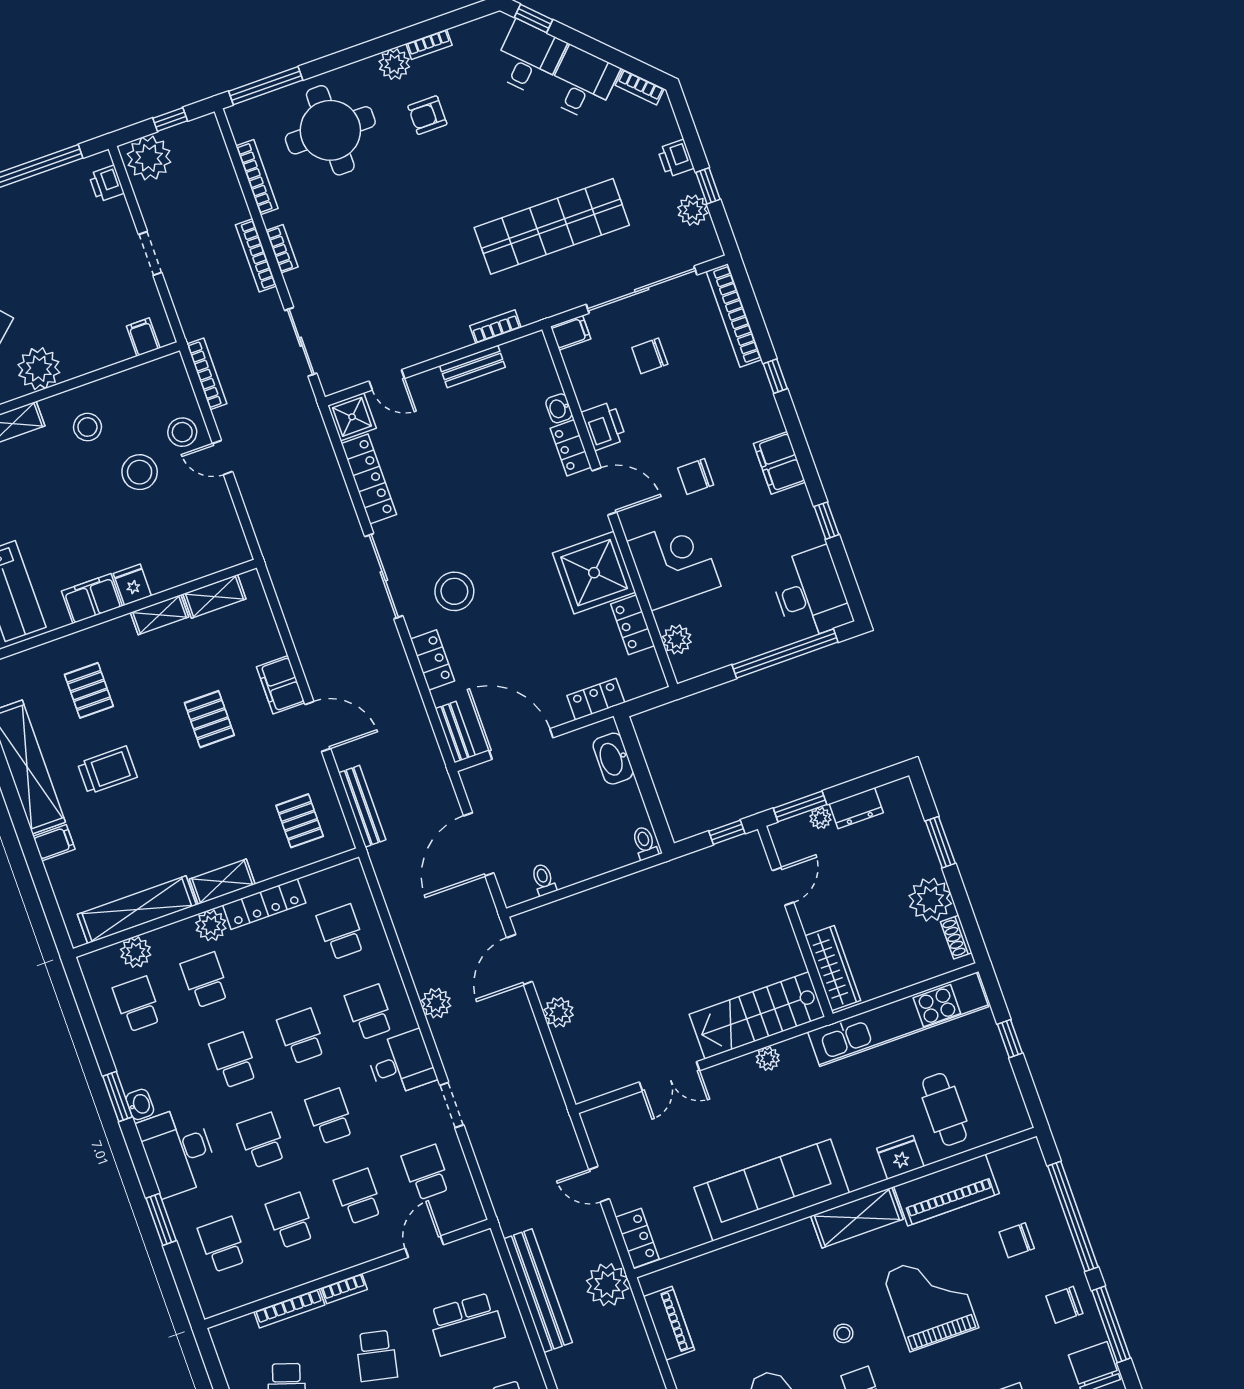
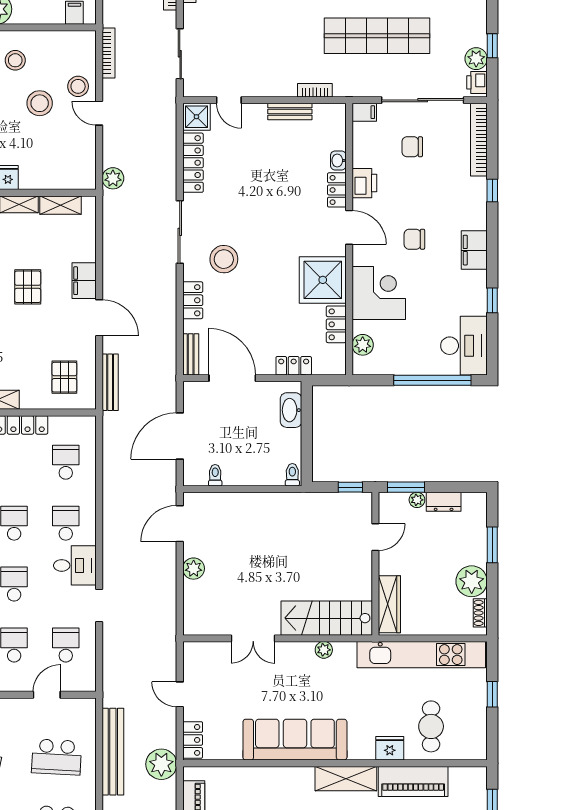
printer: (676, 158) -> (477, 82), moved
plant: (436, 1003) -> (113, 178), moved

